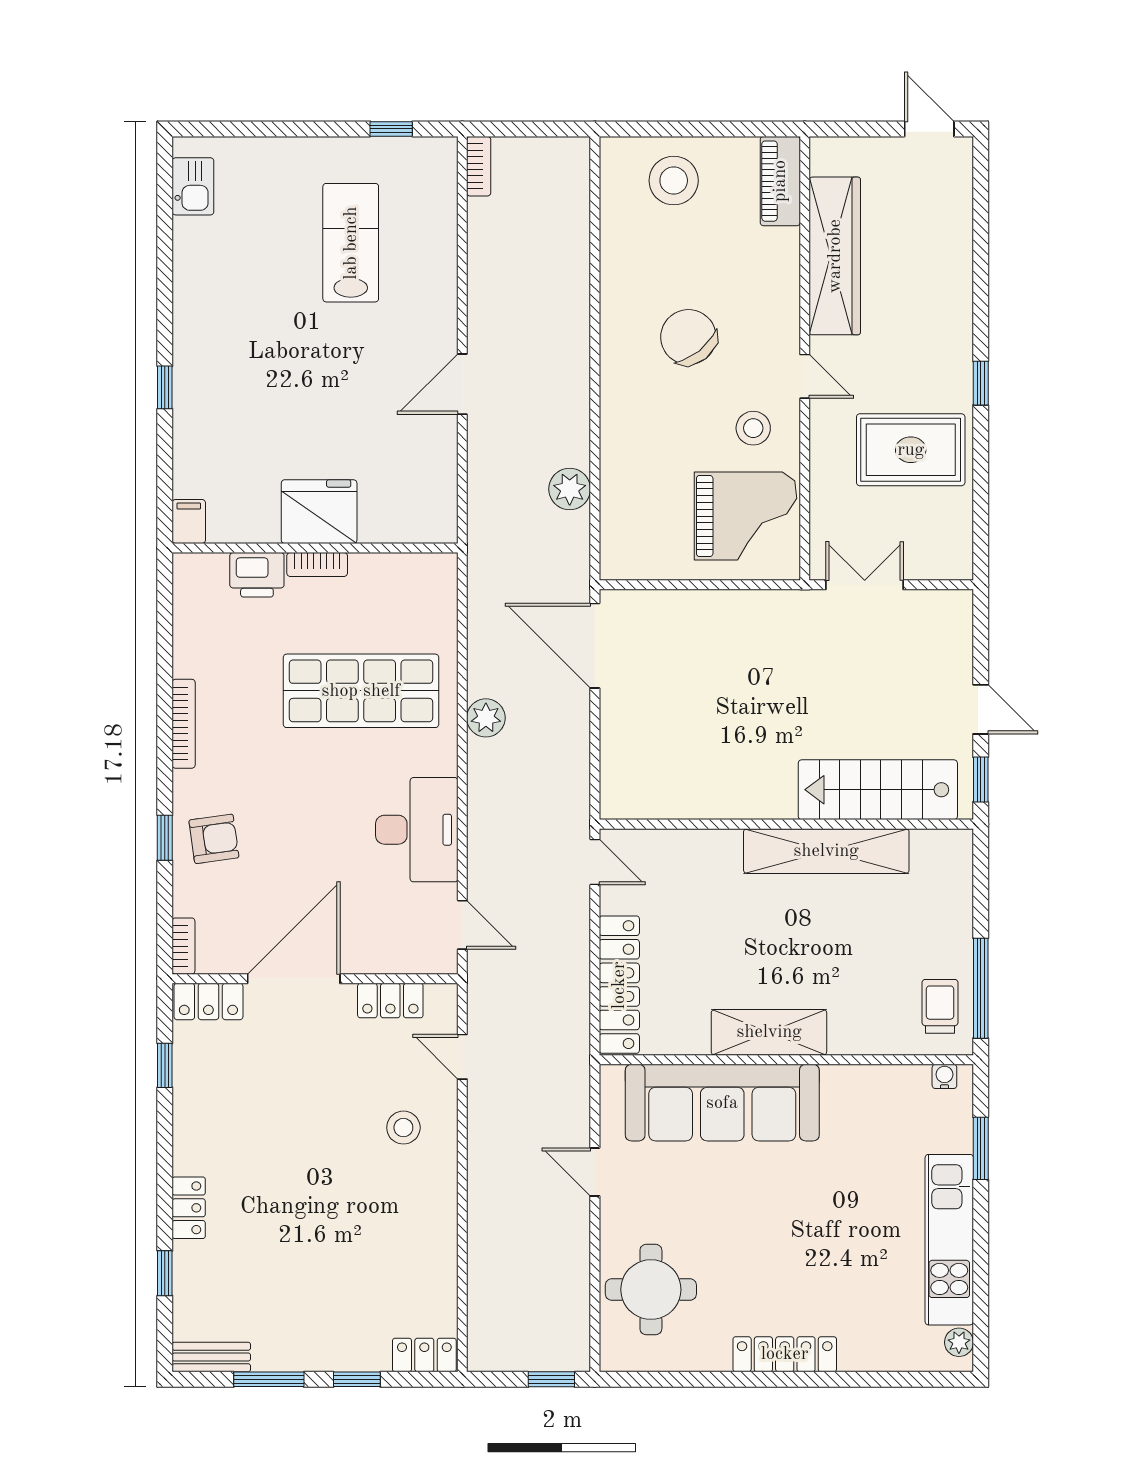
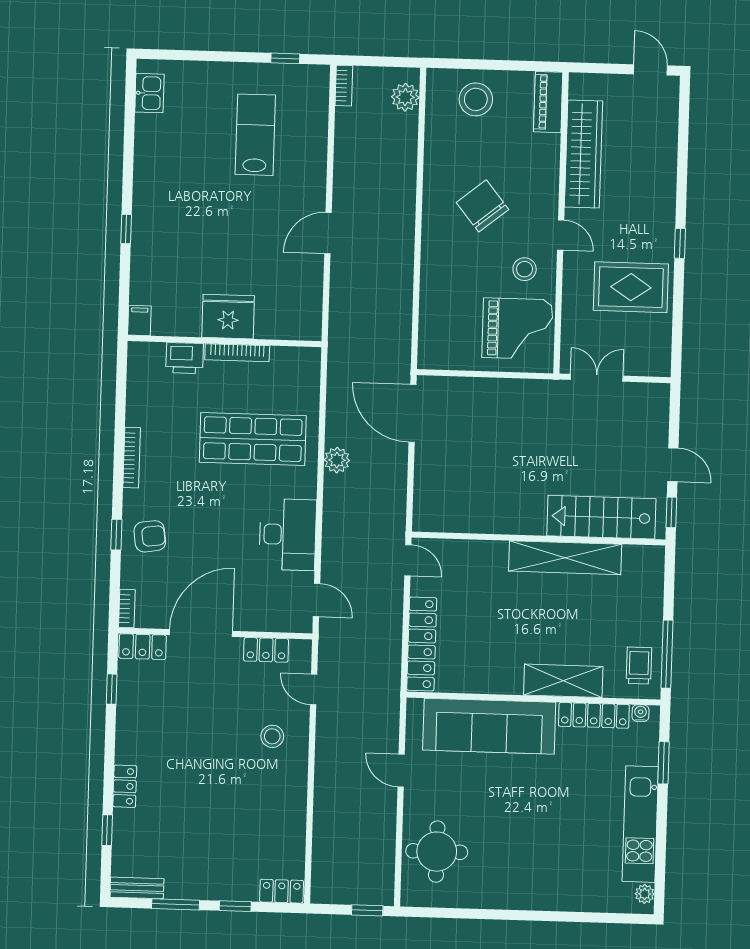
plant: (570, 489) -> (405, 97), moved
bookcase: (317, 564) -> (237, 353), width x1.56
shelving: (769, 1032) -> (563, 681), moved
locker: (785, 1354) -> (594, 715), moved, turned 180

